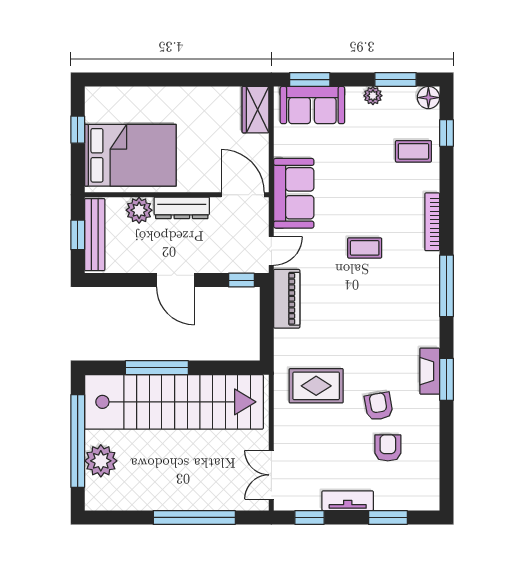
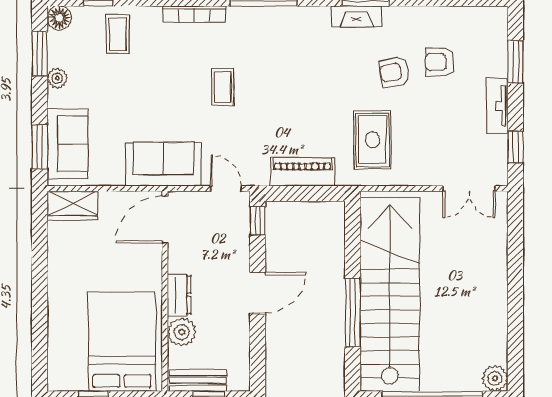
dresser: (182, 208) -> (179, 295), width x0.70
bench: (95, 235) -> (198, 380), width x0.73
piano: (287, 299) -> (303, 172), moved
plant: (101, 461) -> (495, 378), moved, width x0.73, depth x0.73
window: (194, 517) -> (515, 272), removed

